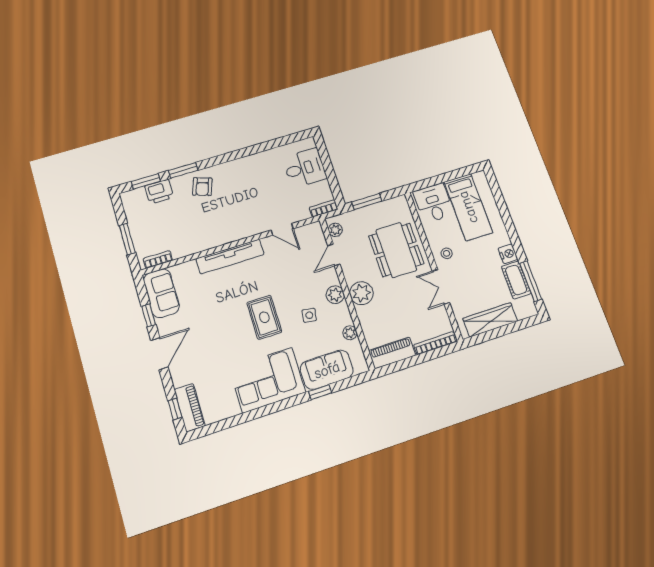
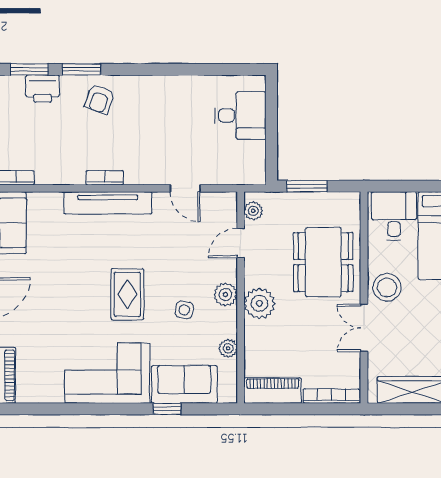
bookcase: (324, 208) -> (105, 178), moved
stool: (447, 253) -> (387, 287), width x1.89, depth x1.89

